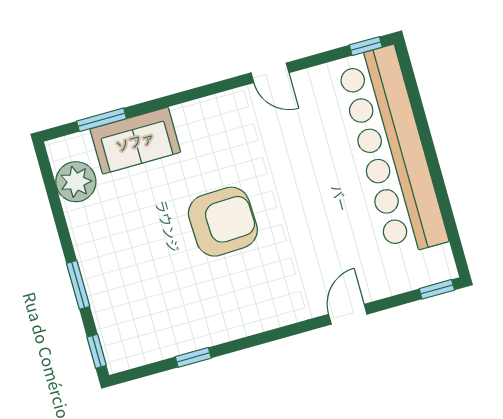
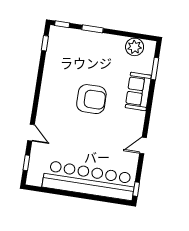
sofa: (135, 141) -> (138, 91), moved
armchair: (223, 222) -> (91, 99), turned -88
window: (437, 289) -> (26, 163), moved
window: (193, 357) -> (45, 43), moved

